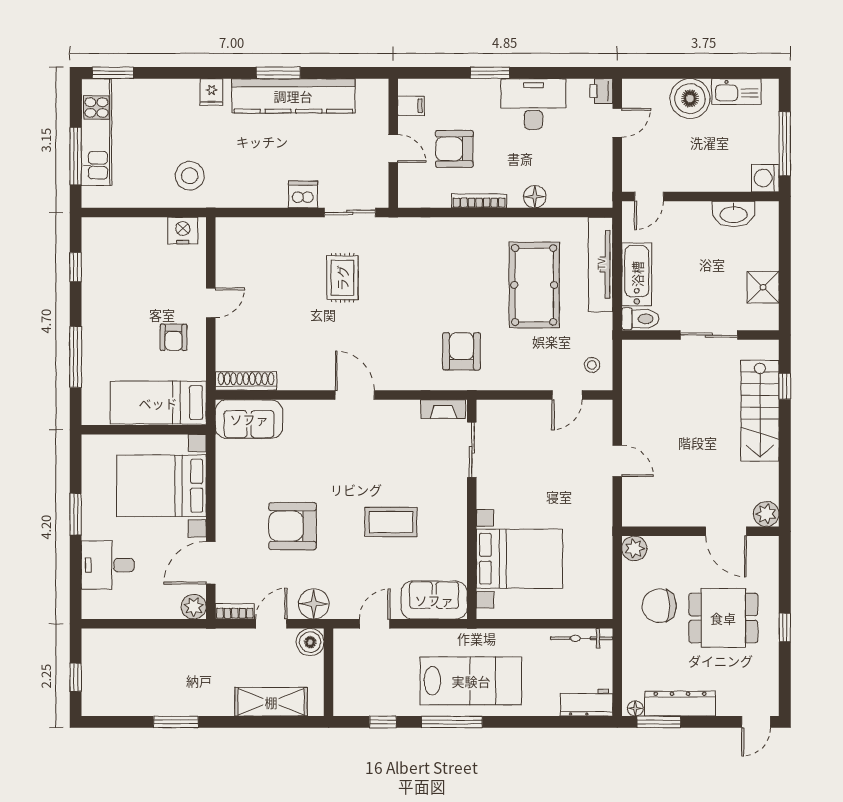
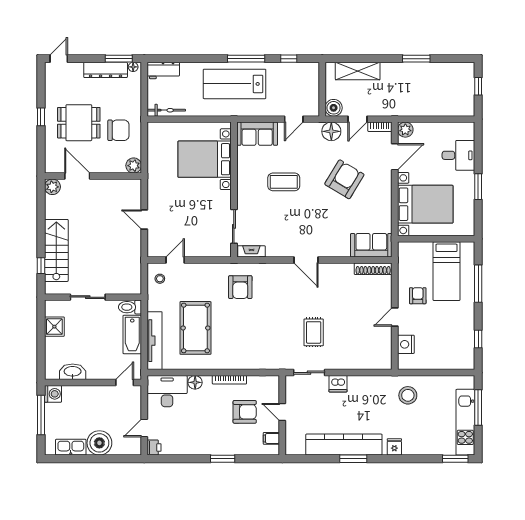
desk: (533, 104) -> (167, 391), moved, turned 180
nightstand: (183, 231) -> (406, 344), moved, turned 90
bed: (158, 403) -> (446, 271), moved, turned 90
armchair: (293, 526) -> (344, 179), turned -59

